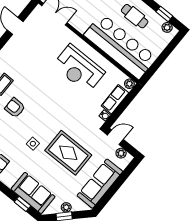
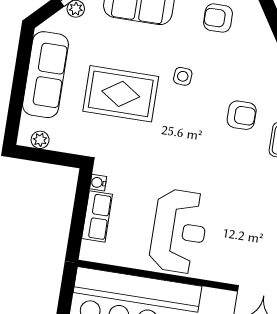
reception desk: (79, 69) -> (179, 231), turned 90
plant: (129, 84) -> (89, 253), removed
door: (115, 137) -> (63, 159), removed

